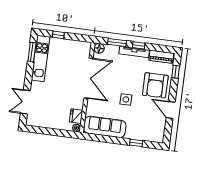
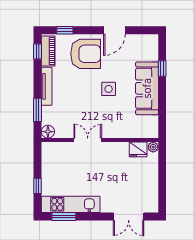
window: (139, 45) -> (38, 51), moved
double door: (89, 78) -> (88, 140), width x0.54
sofa: (105, 127) -> (147, 88), moved

